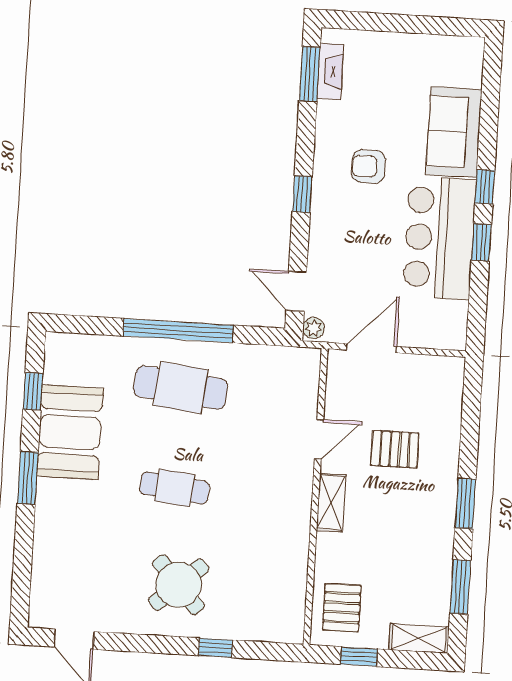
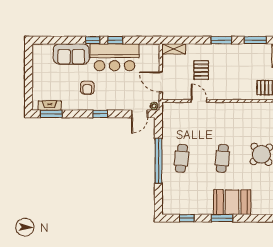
cafe table: (181, 388) -> (182, 158), width x0.73, depth x0.74
booth: (70, 432) -> (232, 202), moved
shelving: (331, 503) -> (174, 49), moved

